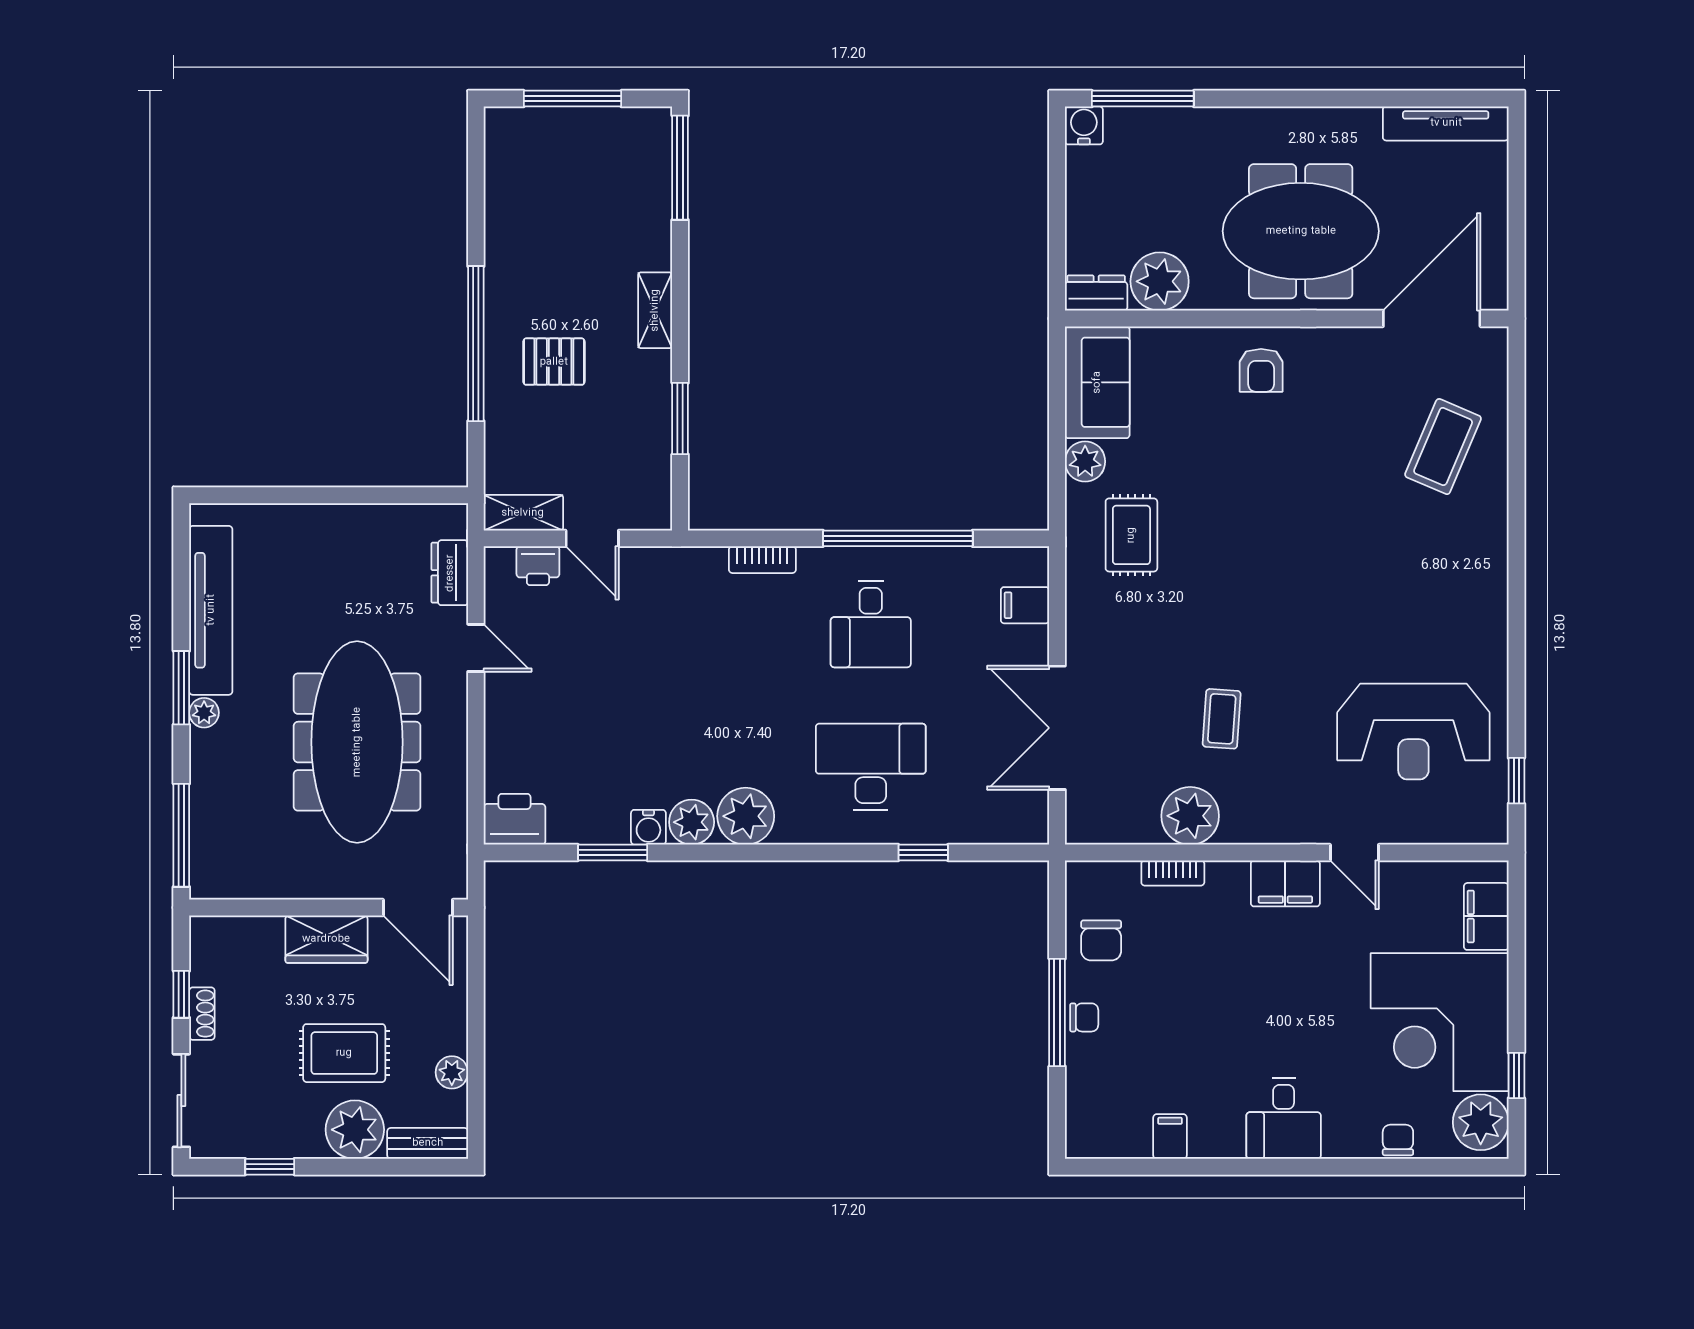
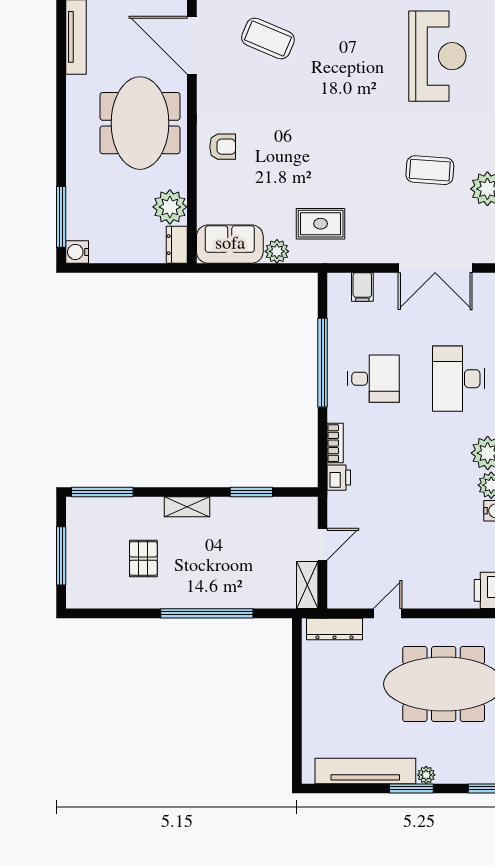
pallet: (554, 362) -> (143, 559), moved
printer: (538, 566) -> (339, 478), moved
dresser: (450, 573) -> (334, 629), width x1.44
coffee table: (1222, 719) -> (430, 170), width x1.36, depth x1.30

